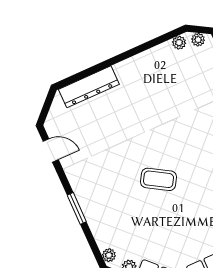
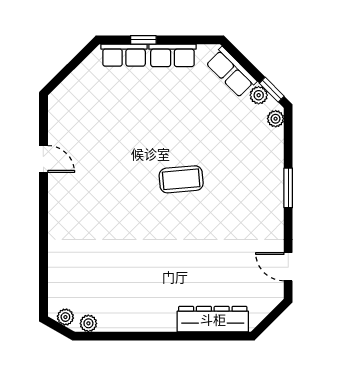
coffee table: (158, 179) -> (181, 179), turned -36

